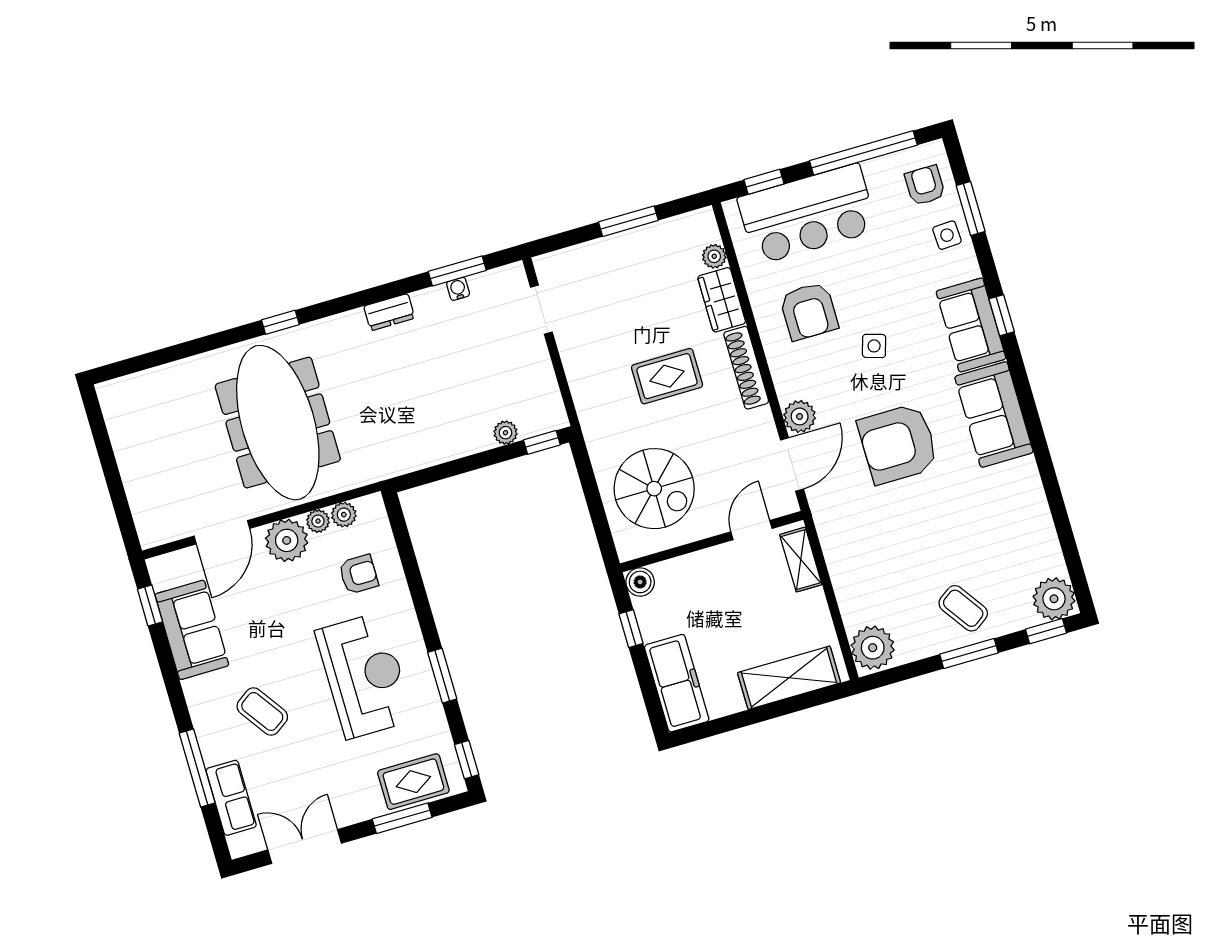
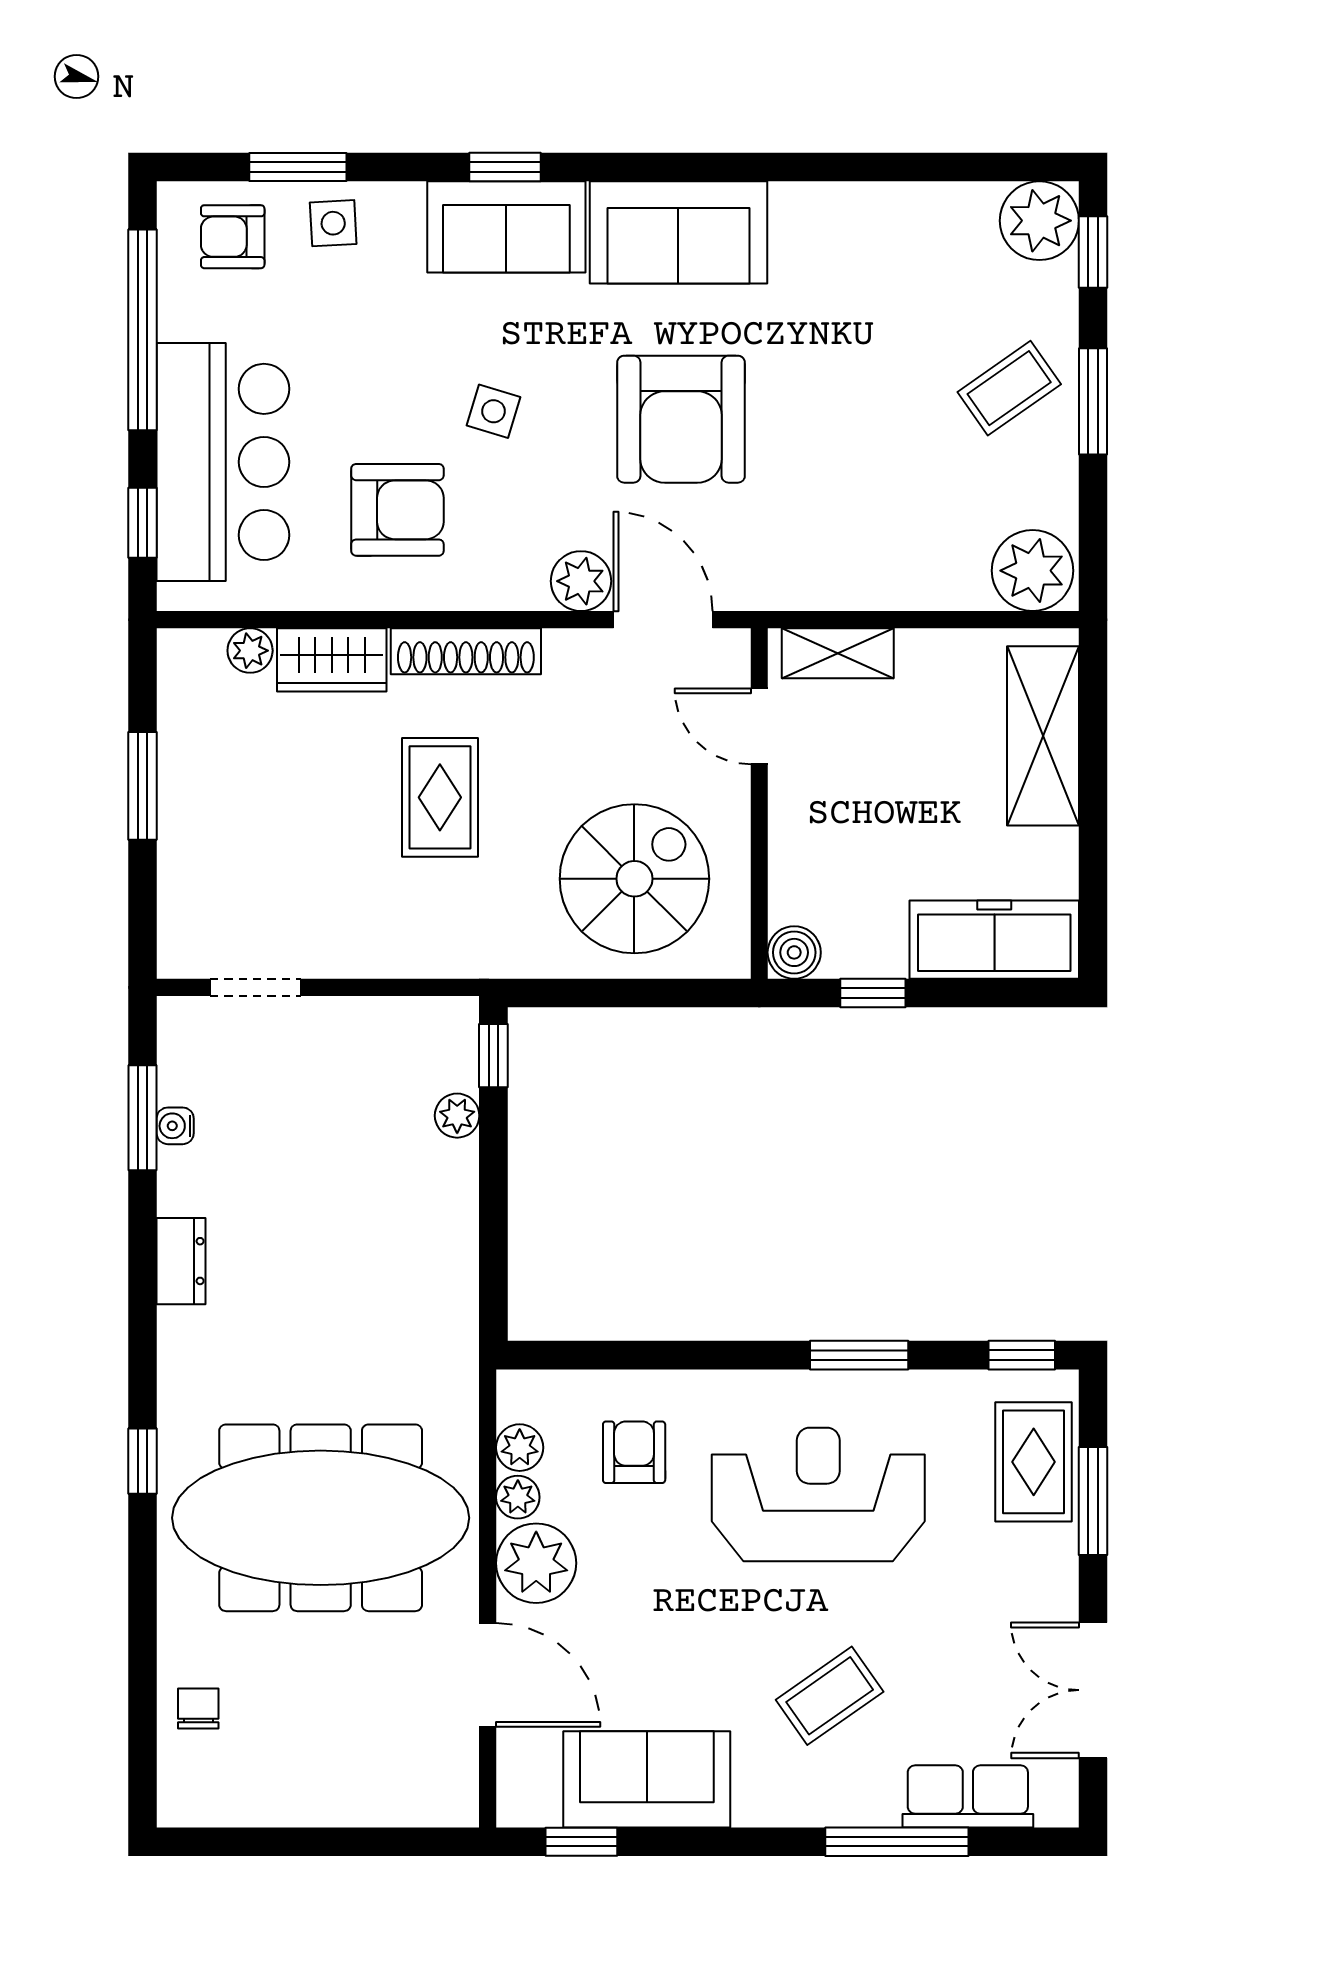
chair: (161, 388) -> (198, 1708), added

